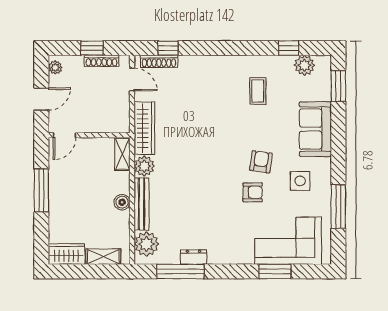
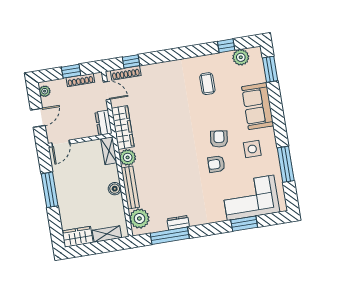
dresser: (122, 118) -> (103, 123), added
armchair: (253, 192) -> (216, 164), turned 180

